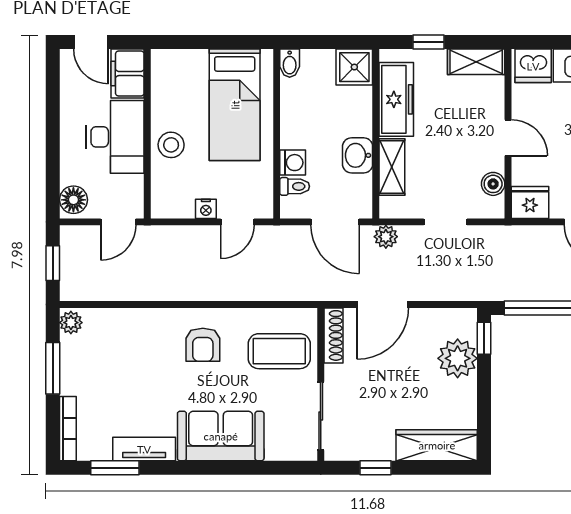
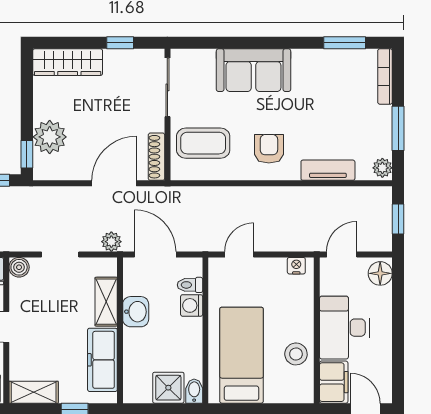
shower: (354, 67) -> (168, 388), moved
stool: (171, 145) -> (296, 354), moved
boiler: (493, 184) -> (19, 267), moved
nightstand: (206, 209) -> (296, 266), moved
tv unit: (144, 449) -> (328, 170), moved, turned 180

